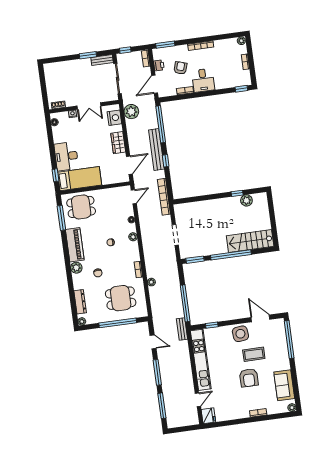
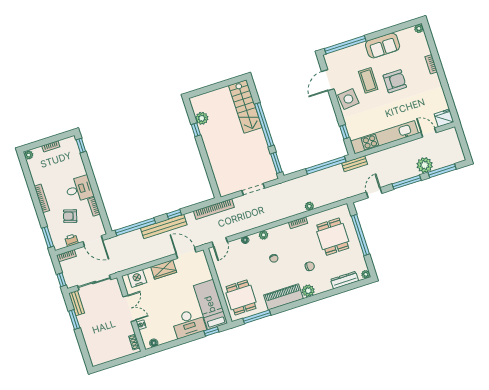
plant: (131, 112) -> (425, 165), moved
door: (134, 197) -> (220, 242), swing flipped
sofa: (284, 385) -> (383, 46), moved

